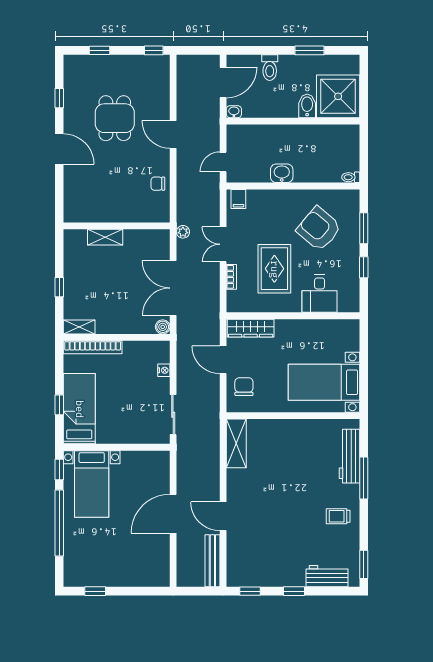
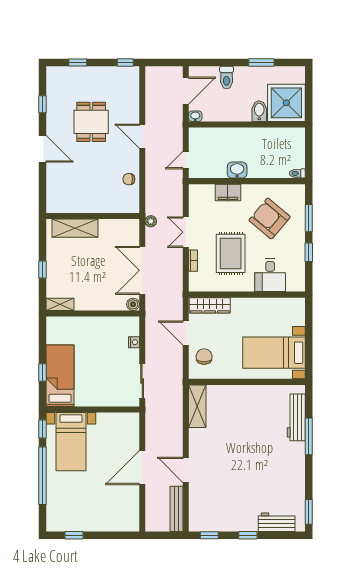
filing cabinet: (238, 199) -> (228, 192), moved, width x2.00
shelving: (105, 237) -> (75, 228), width x1.50, depth x1.33
bookcase: (93, 347) -> (72, 322), removed
trolley: (338, 516) -> (286, 470), removed

